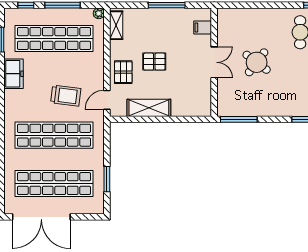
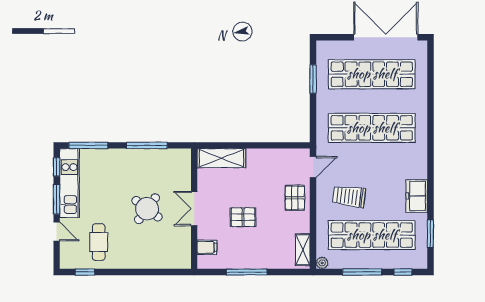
pallet: (154, 62) -> (243, 217), moved
trolley: (66, 96) -> (349, 196), moved
shelving: (149, 108) -> (221, 158), moved
window: (239, 119) -> (147, 145), moved

